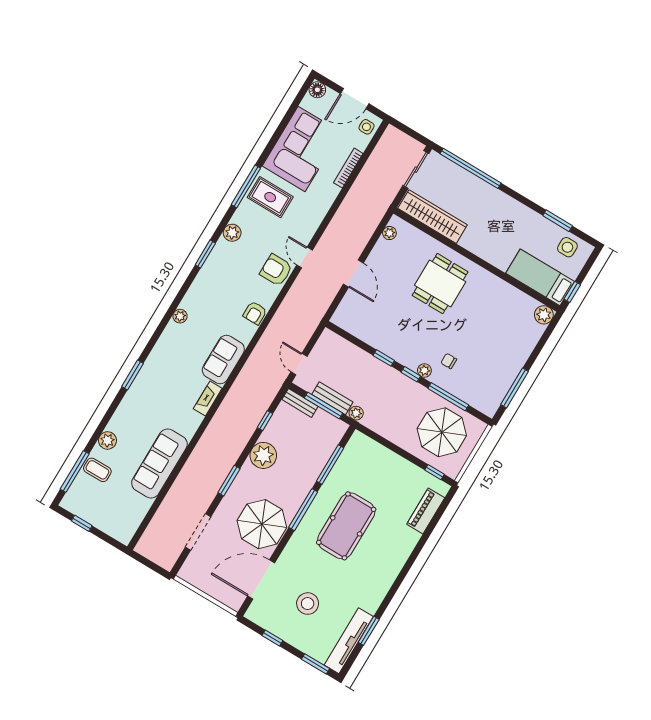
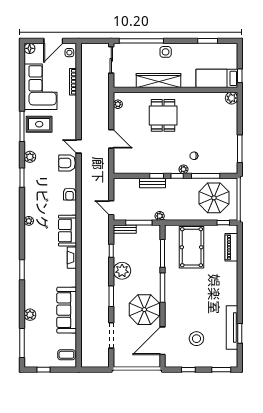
wardrobe: (433, 217) -> (158, 81), moved
side table: (567, 247) -> (166, 52), moved
bench: (332, 398) -> (153, 183), moved
coffee table: (97, 470) -> (66, 355), moved
pool table: (346, 526) -> (192, 247), moved
tv unit: (349, 641) -> (232, 328), moved

